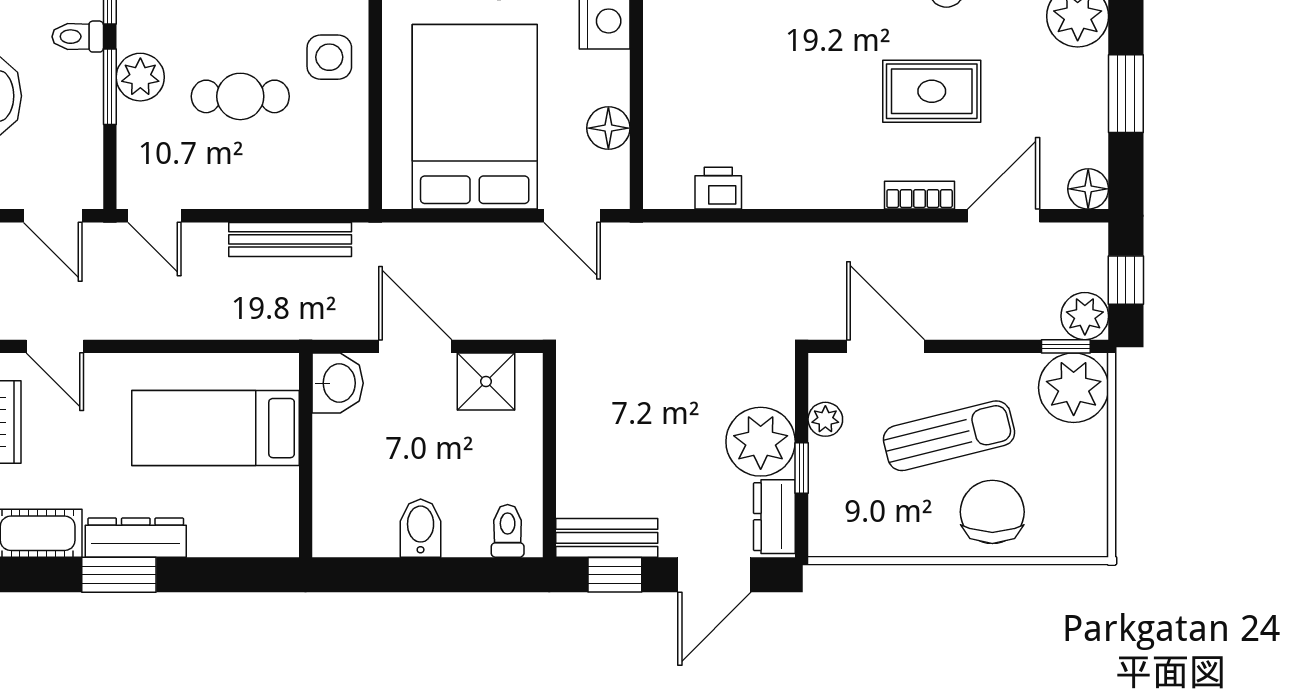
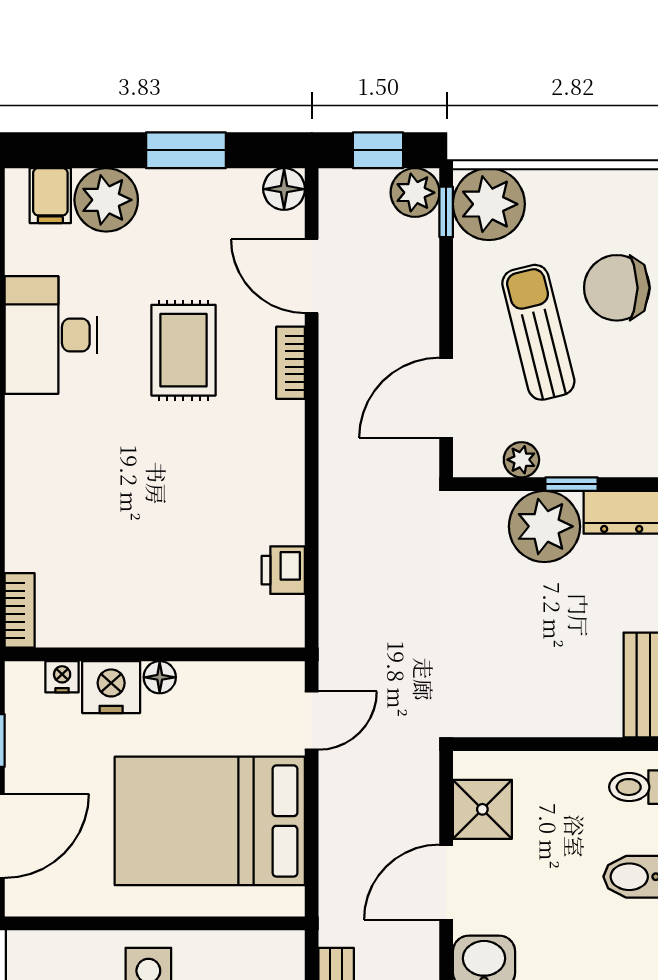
floor lamp: (608, 128) -> (160, 677), moved, width x0.73, depth x0.73

